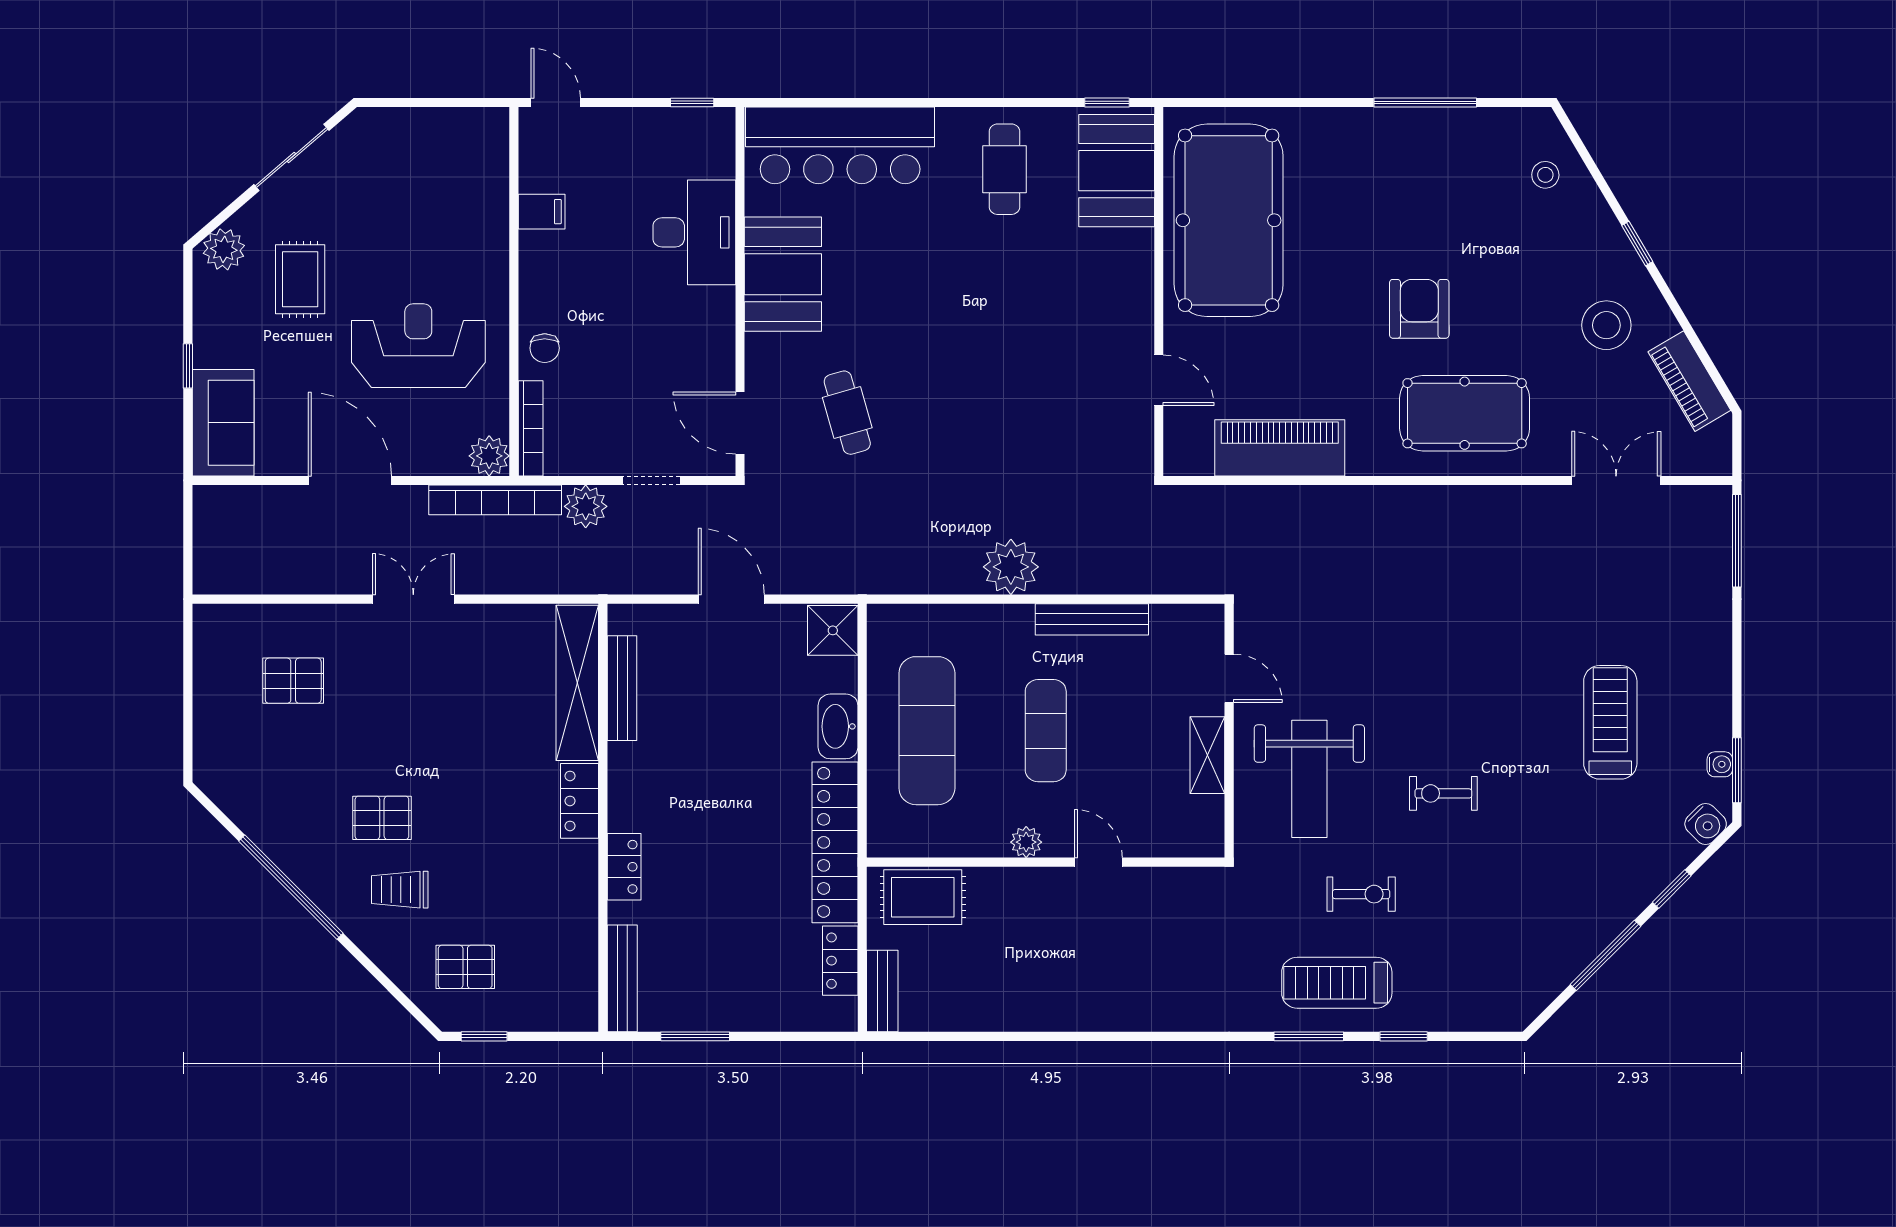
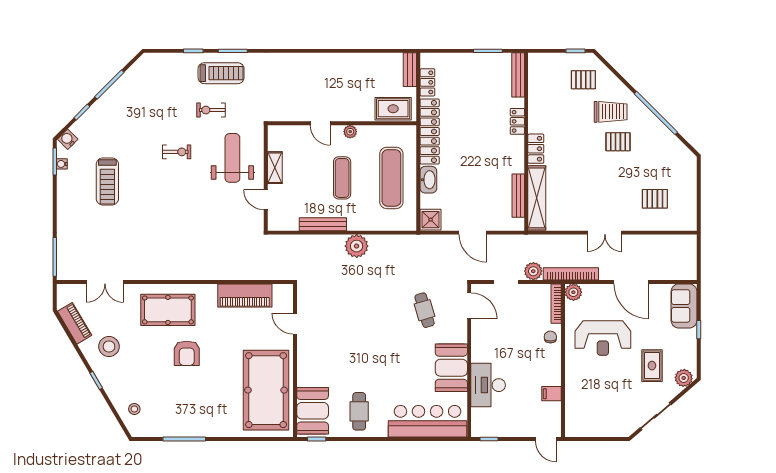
trolley: (400, 890) -> (611, 112), width x1.36, depth x1.39

